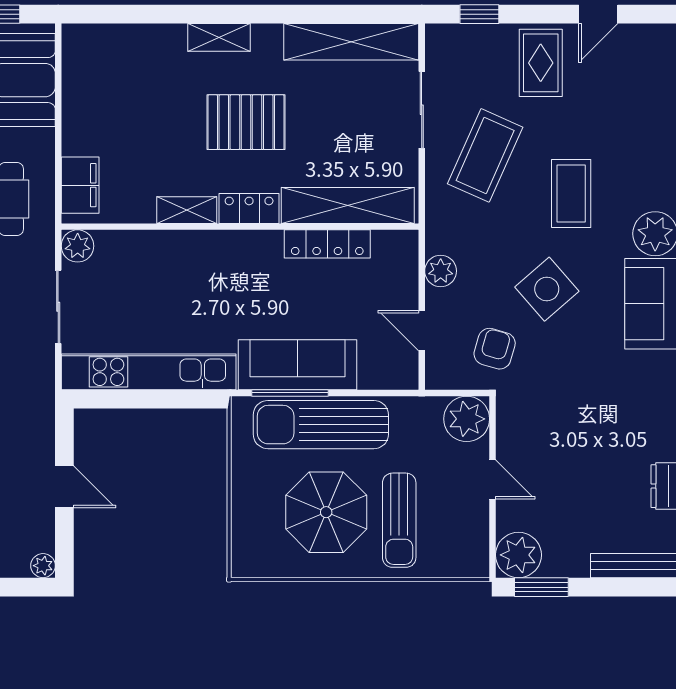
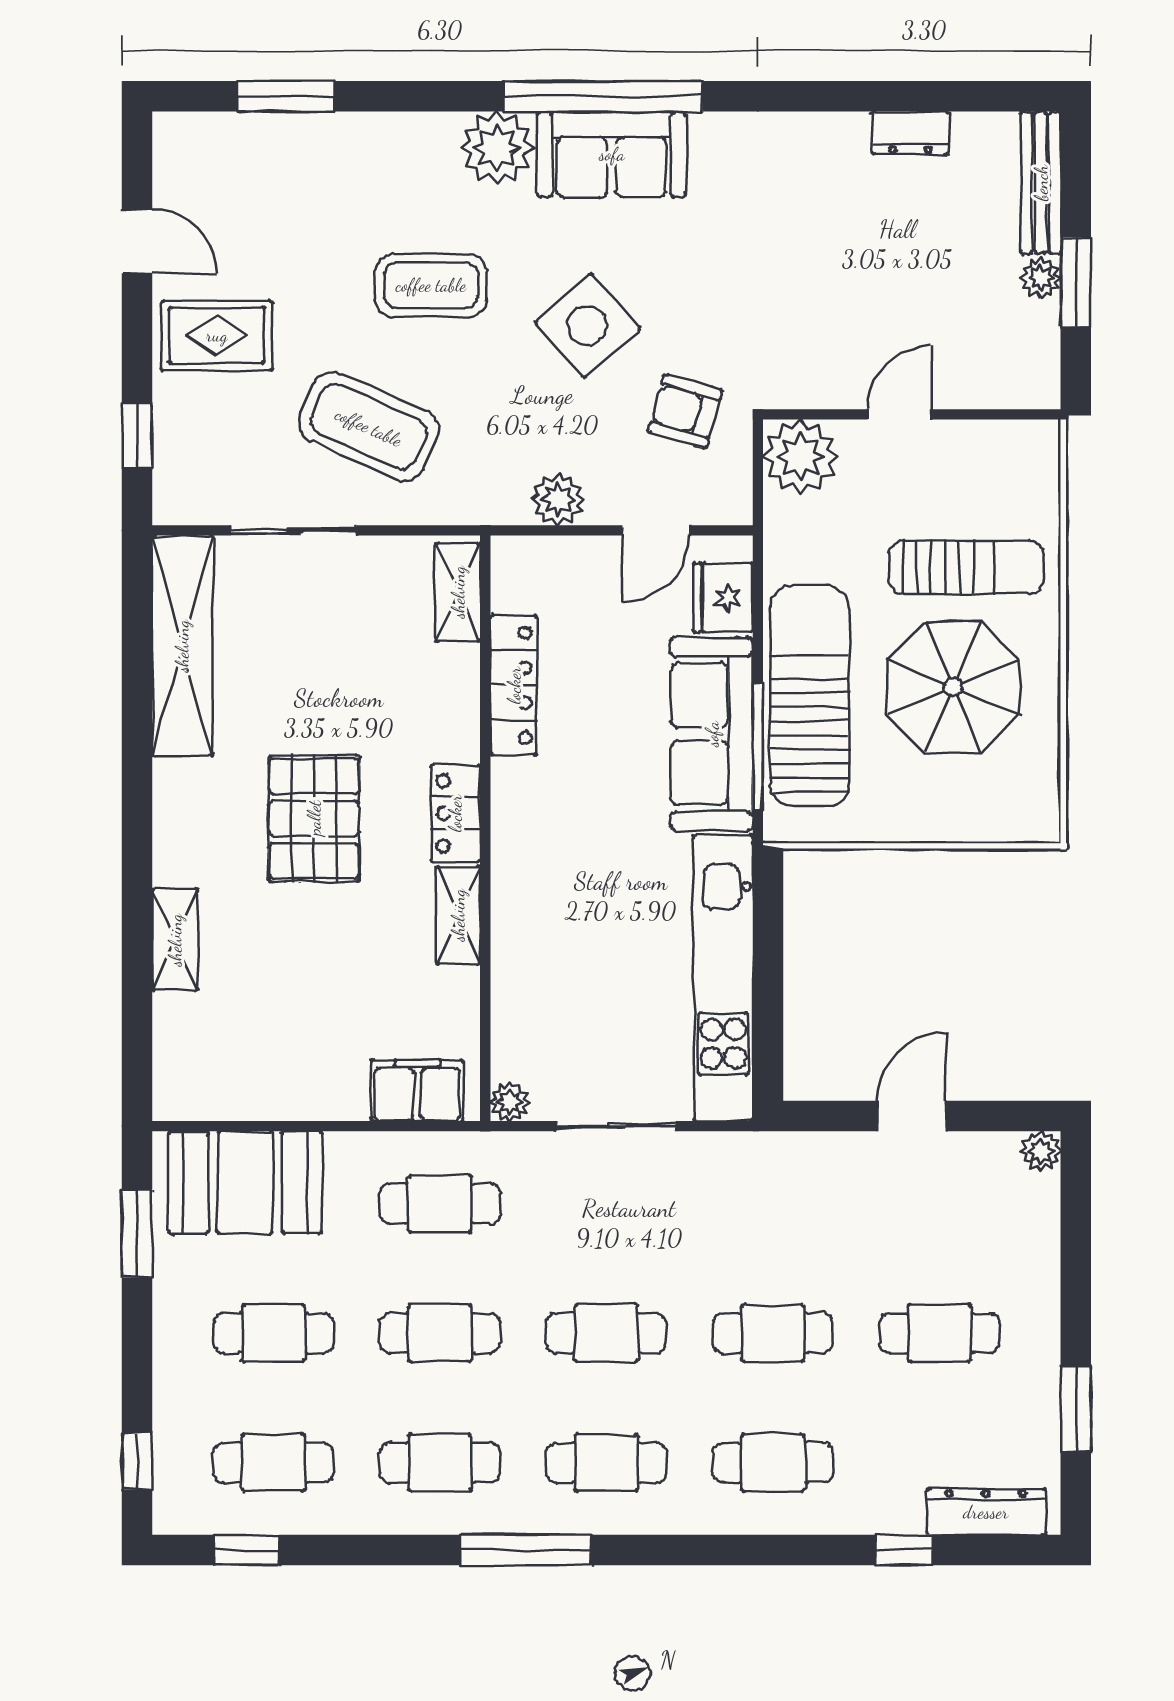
shelving: (219, 37) -> (175, 940), moved
shelving: (348, 205) -> (458, 592), width x0.45, depth x0.75
plant: (78, 246) -> (510, 1102), width x0.73, depth x0.73
fridge: (381, 372) -> (723, 598), added
sun lounger: (321, 425) -> (810, 696), turned 180
plant: (518, 555) -> (1041, 278), moved, width x0.53, depth x0.53
window: (541, 587) -> (1076, 282), moved

